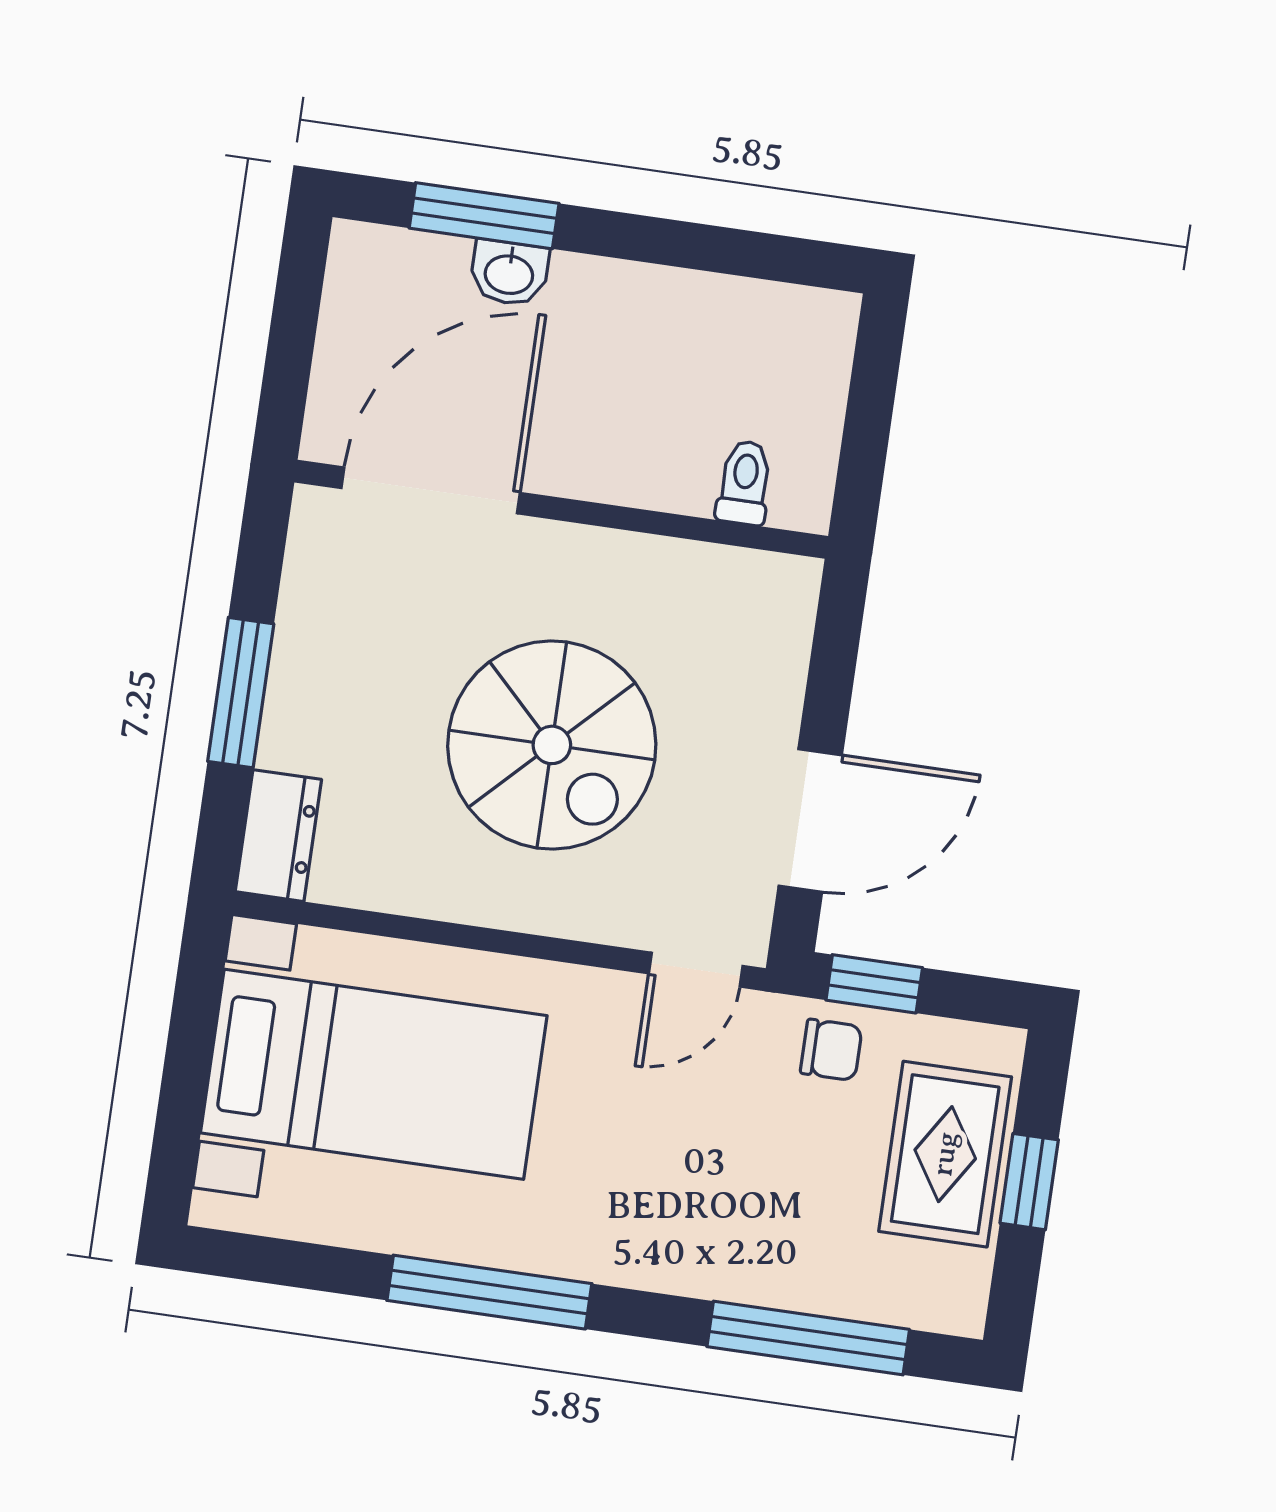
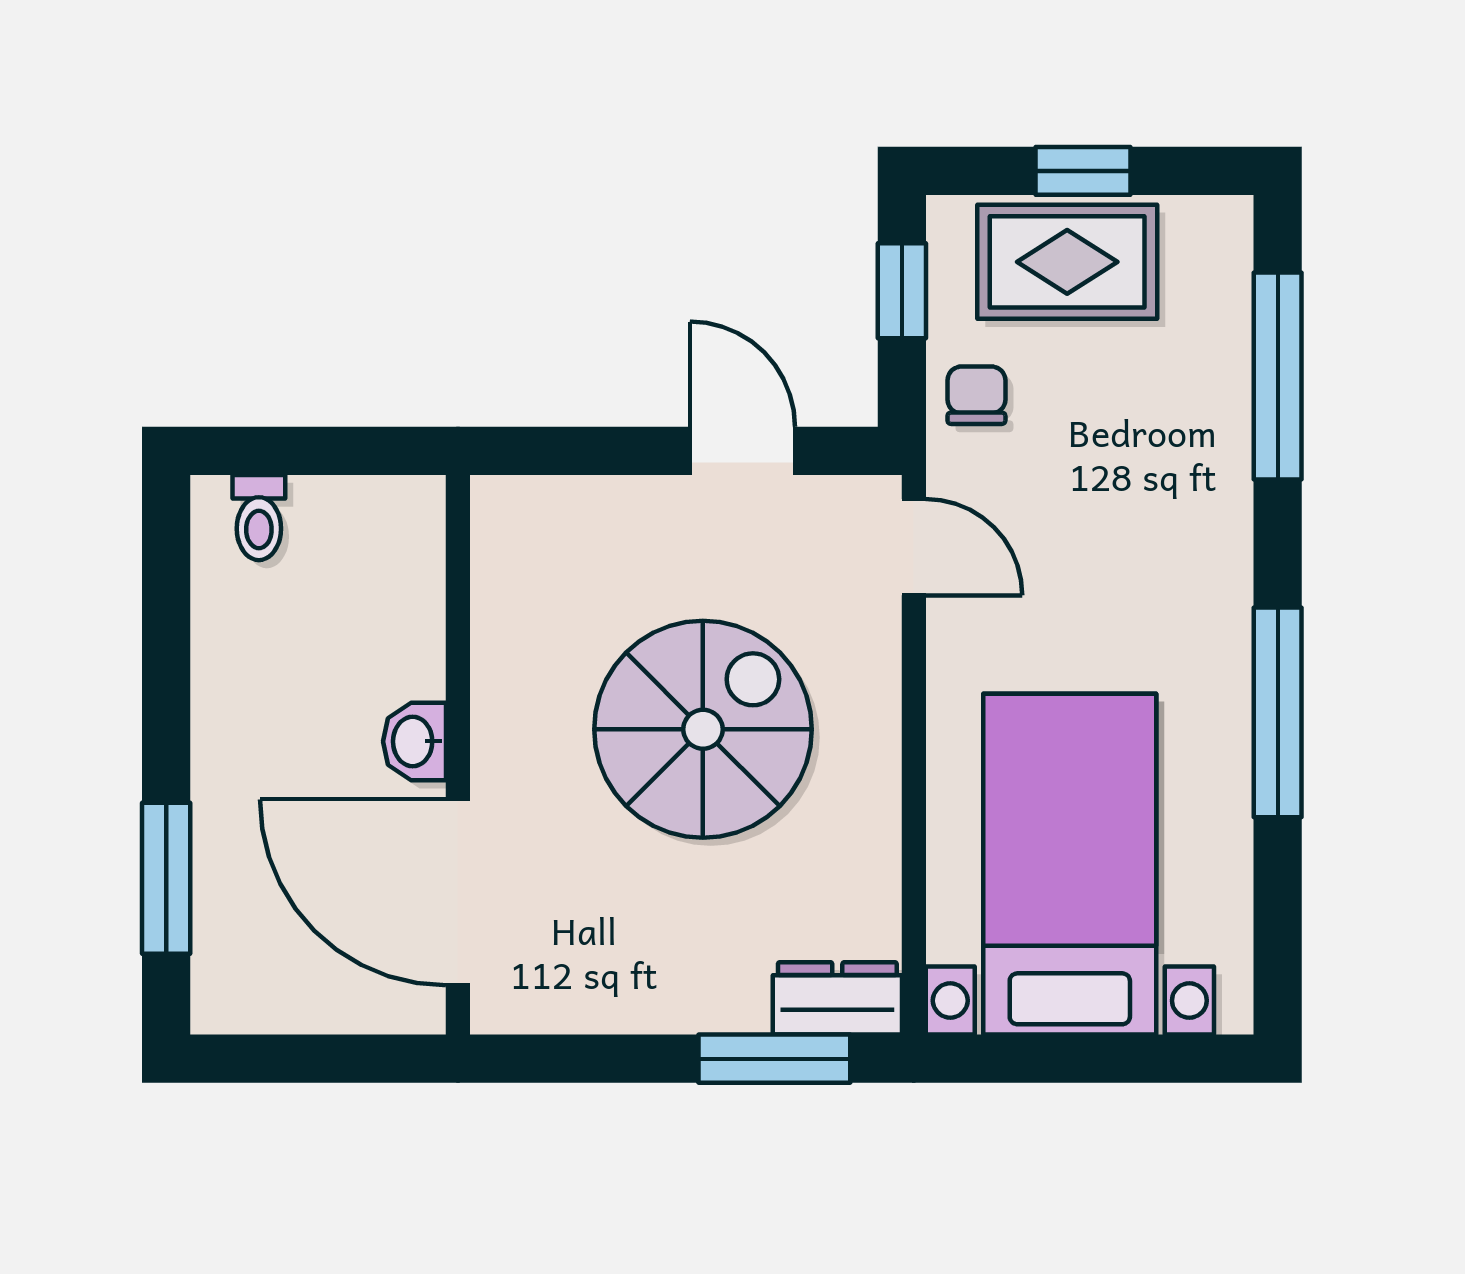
washbasin: (509, 273) -> (415, 741), moved, turned 180
toilet: (744, 483) -> (259, 518), moved, turned -90
window: (241, 693) -> (774, 1059), moved
door: (810, 821) -> (743, 451), width x0.73
window: (874, 984) -> (902, 291), moved

